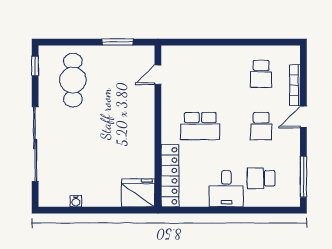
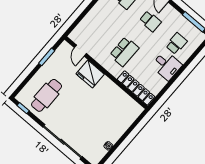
cafe table: (73, 80) -> (47, 95), turned 90
school desk: (261, 178) -> (176, 44), turned 180
fridge: (138, 193) -> (90, 74), moved, turned -90

